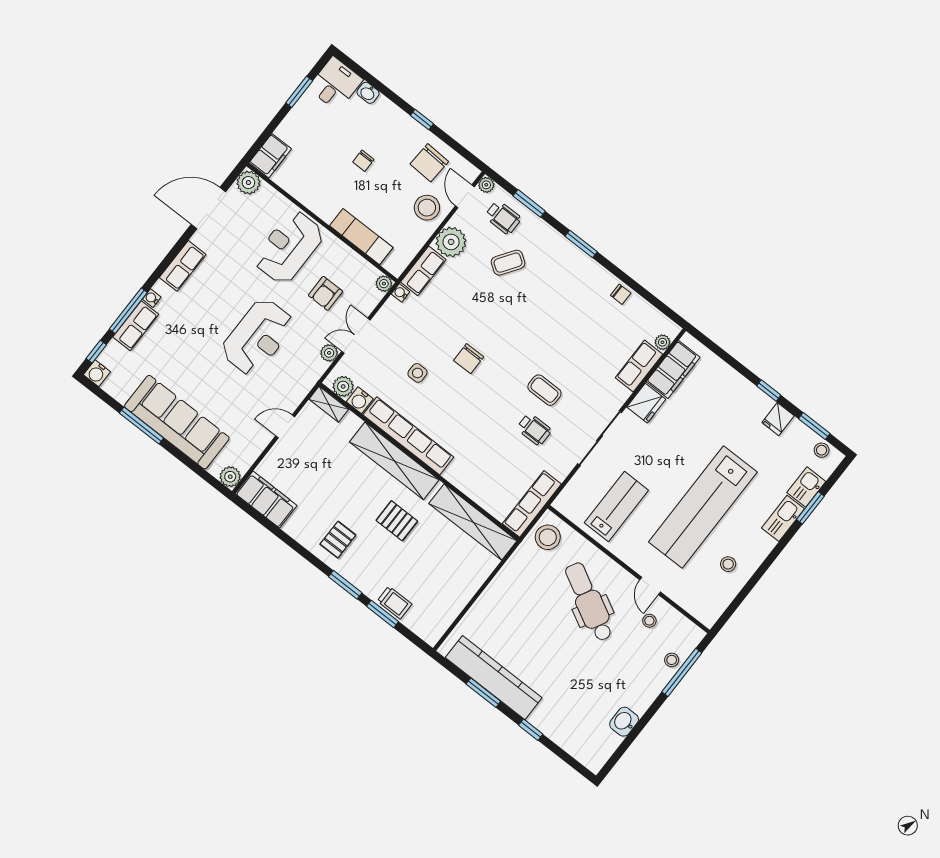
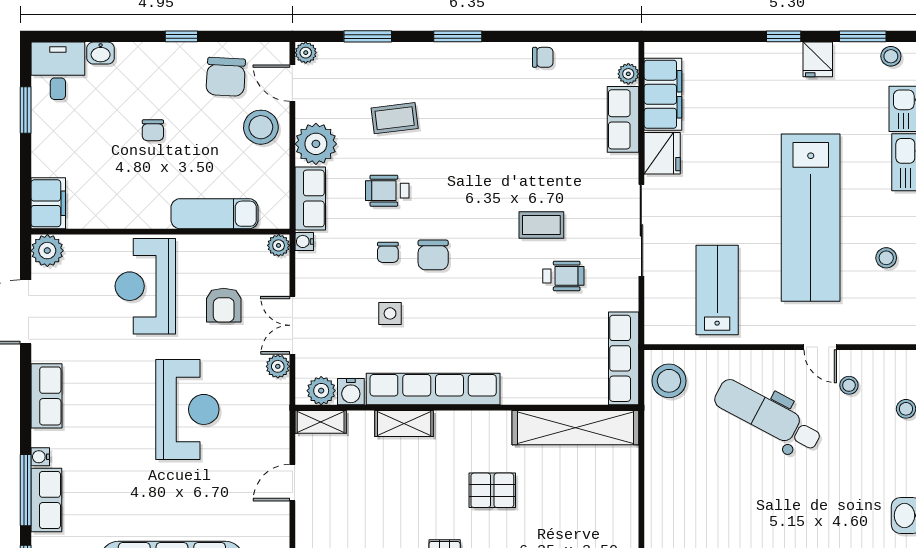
wheelchair: (503, 218) -> (387, 191), moved, turned 180
coffee table: (508, 263) -> (395, 118), turned 49
chair: (444, 337) -> (388, 252), added
shelving: (394, 461) -> (404, 424), width x0.45, depth x0.75

